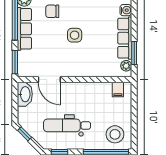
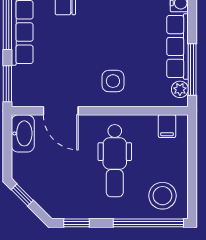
side table: (75, 35) -> (113, 81), moved
window: (134, 53) -> (192, 70), width x1.44
dental chair: (67, 125) -> (115, 161), moved, turned -90

